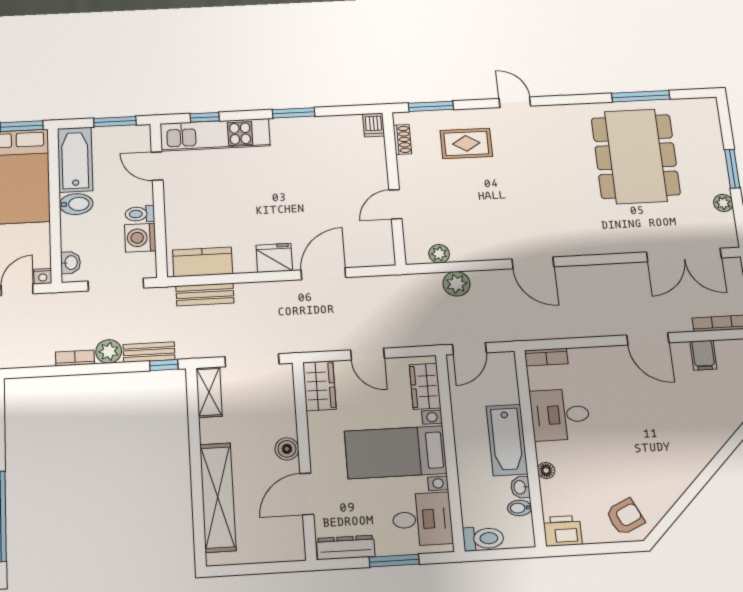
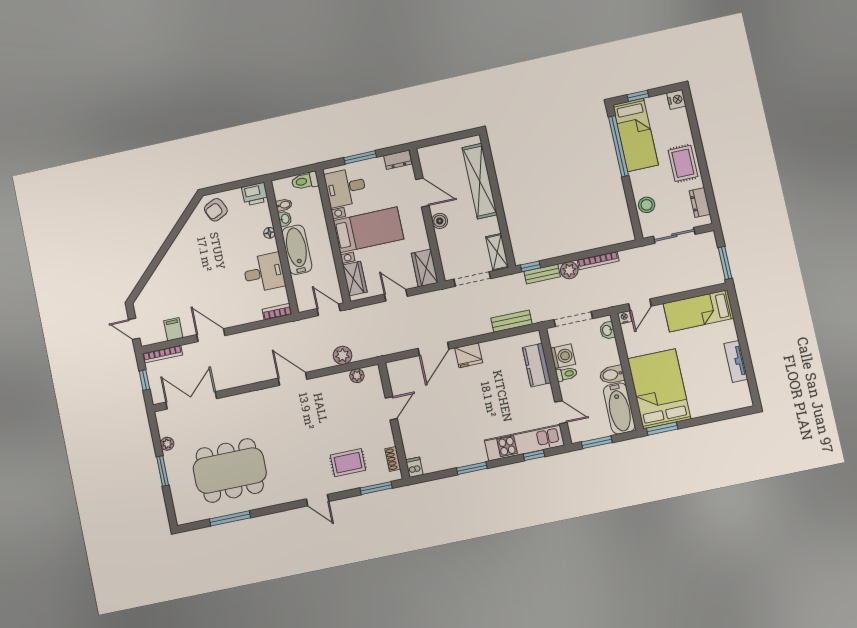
dining table: (636, 156) -> (230, 471), turned 90
kitchen counter: (203, 262) -> (537, 365), moved, turned 90
door: (469, 349) -> (329, 310), hinge flipped
bookcase: (75, 358) -> (598, 260), width x1.56
door: (307, 494) -> (422, 193), hinge flipped
dresser: (346, 547) -> (398, 160), width x0.70

